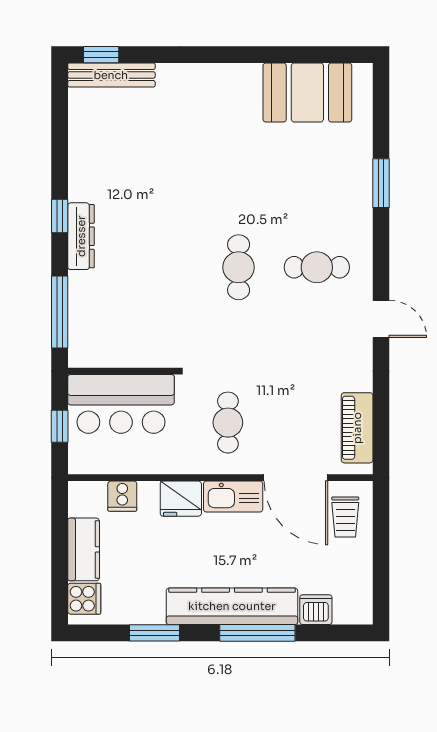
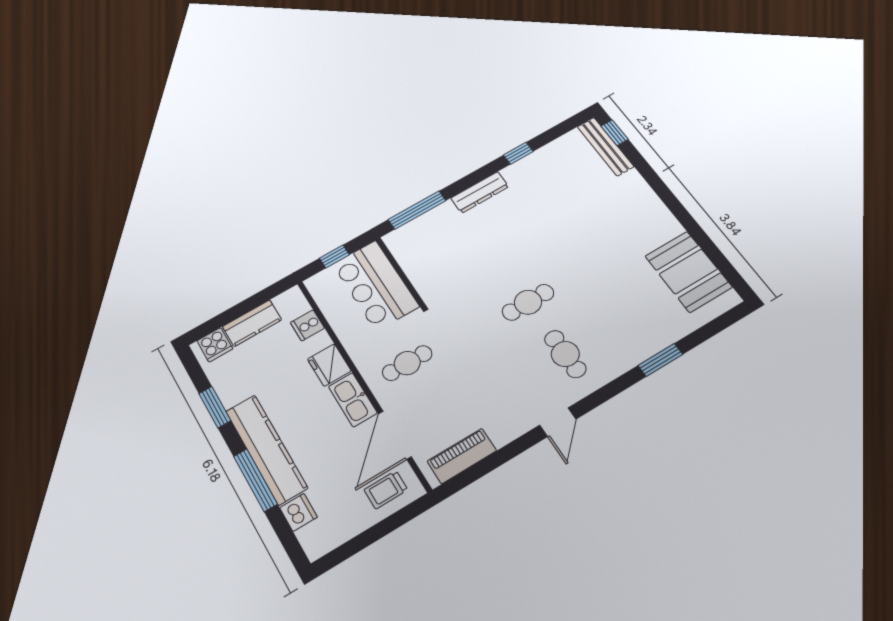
window: (60, 216) -> (518, 153), moved

